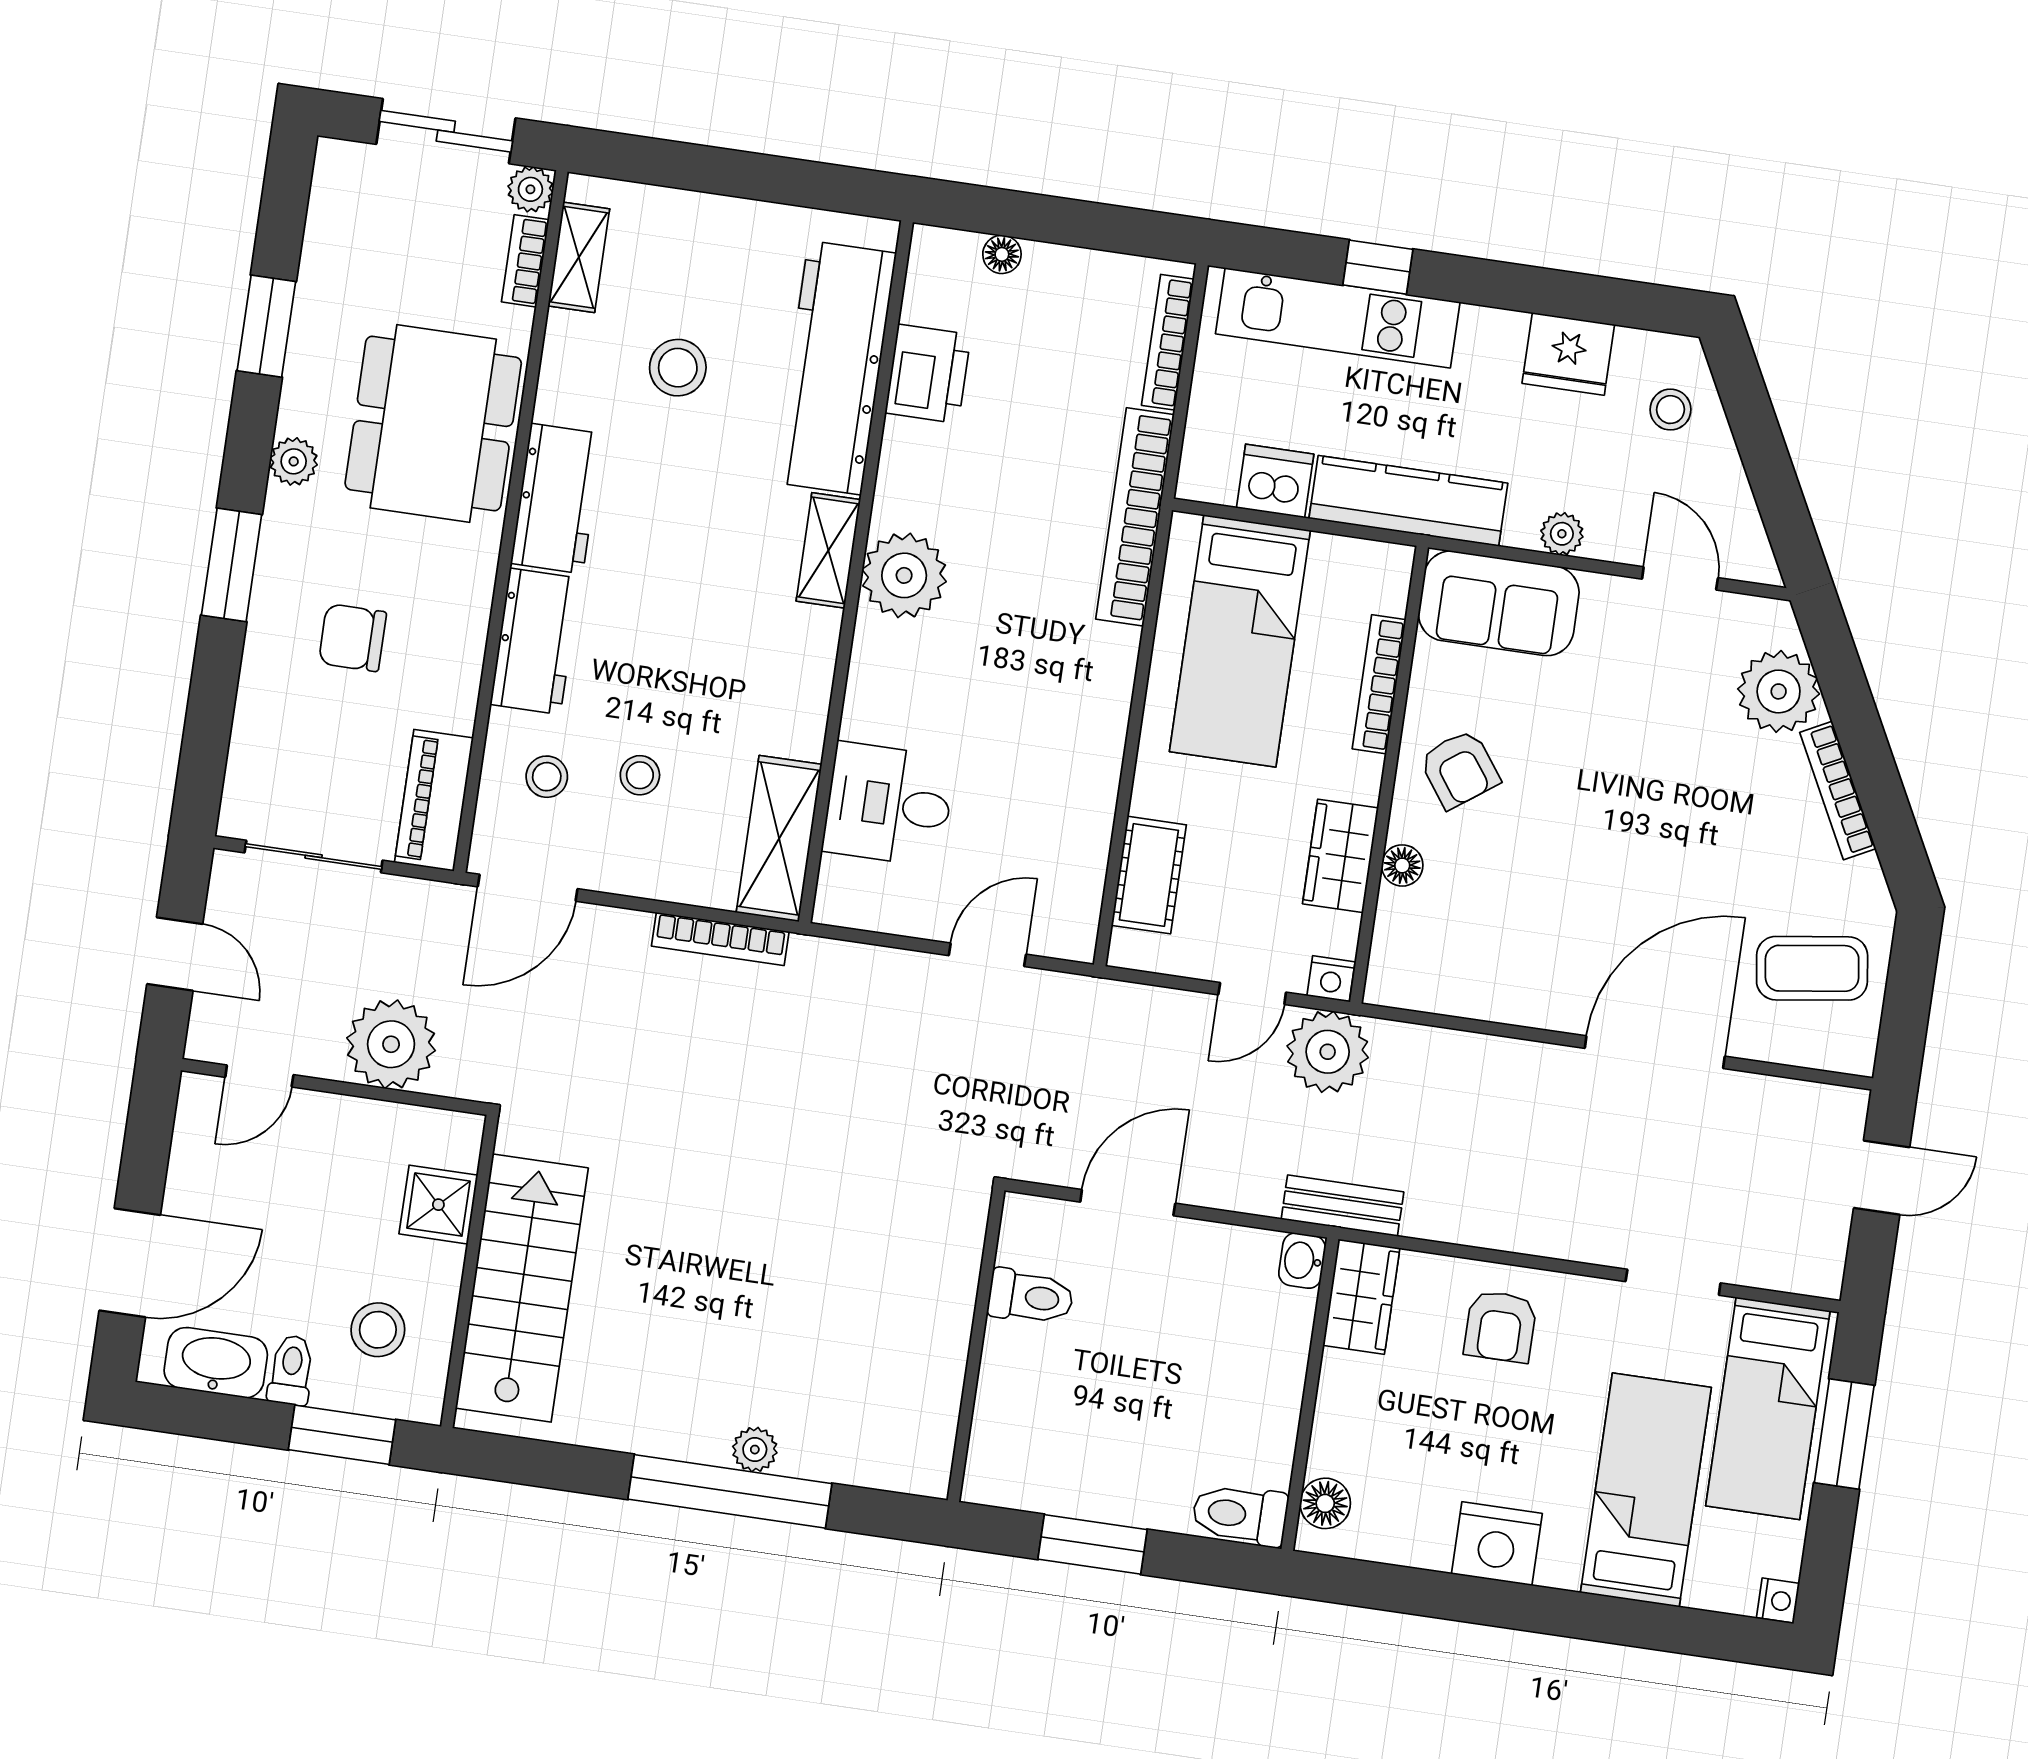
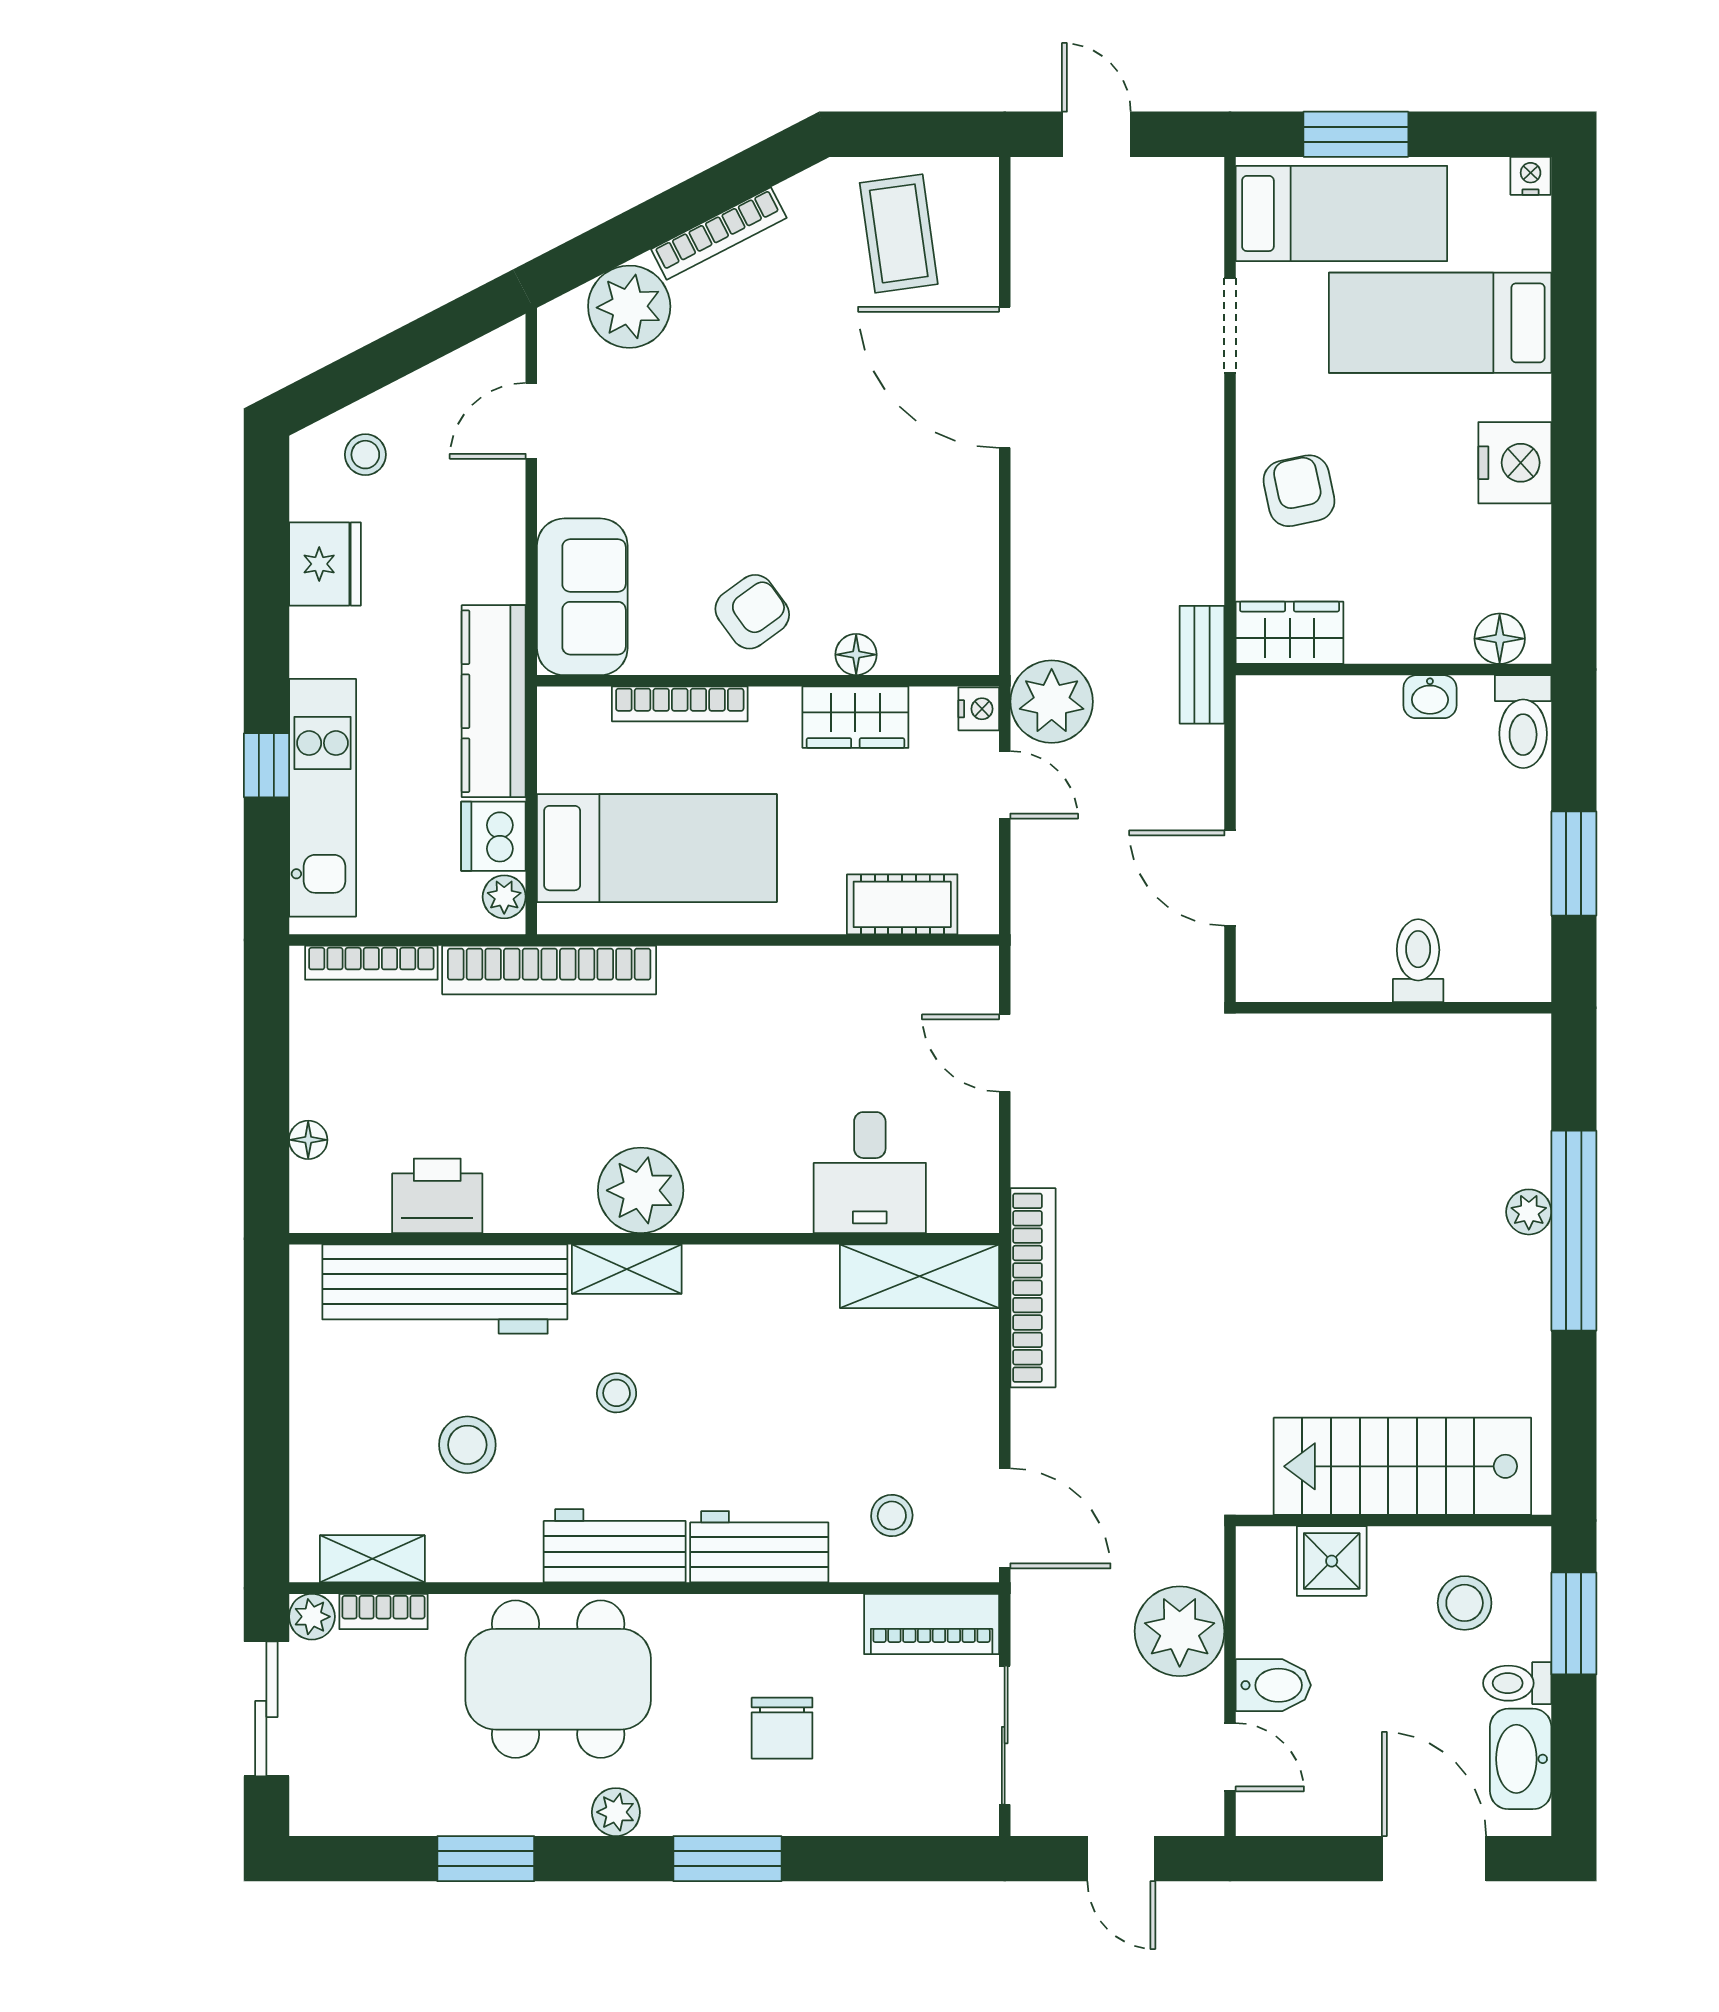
plant: (1562, 534) -> (504, 897), moved
stool: (640, 775) -> (617, 1393), moved
bookcase: (720, 939) -> (1033, 1288), width x1.48, depth x1.31
door: (175, 954) -> (1121, 1859), swing flipped
bidet: (324, 1129) -> (1273, 1685), added
washbasin: (1302, 1261) -> (1430, 697), moved
toilet: (1031, 1297) -> (1418, 961), moved
armchair: (1500, 1326) -> (1299, 491), turned -102

